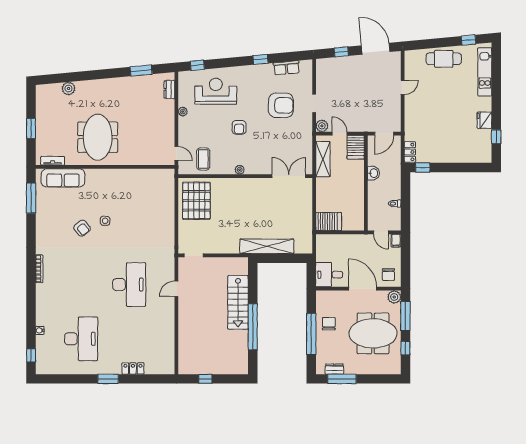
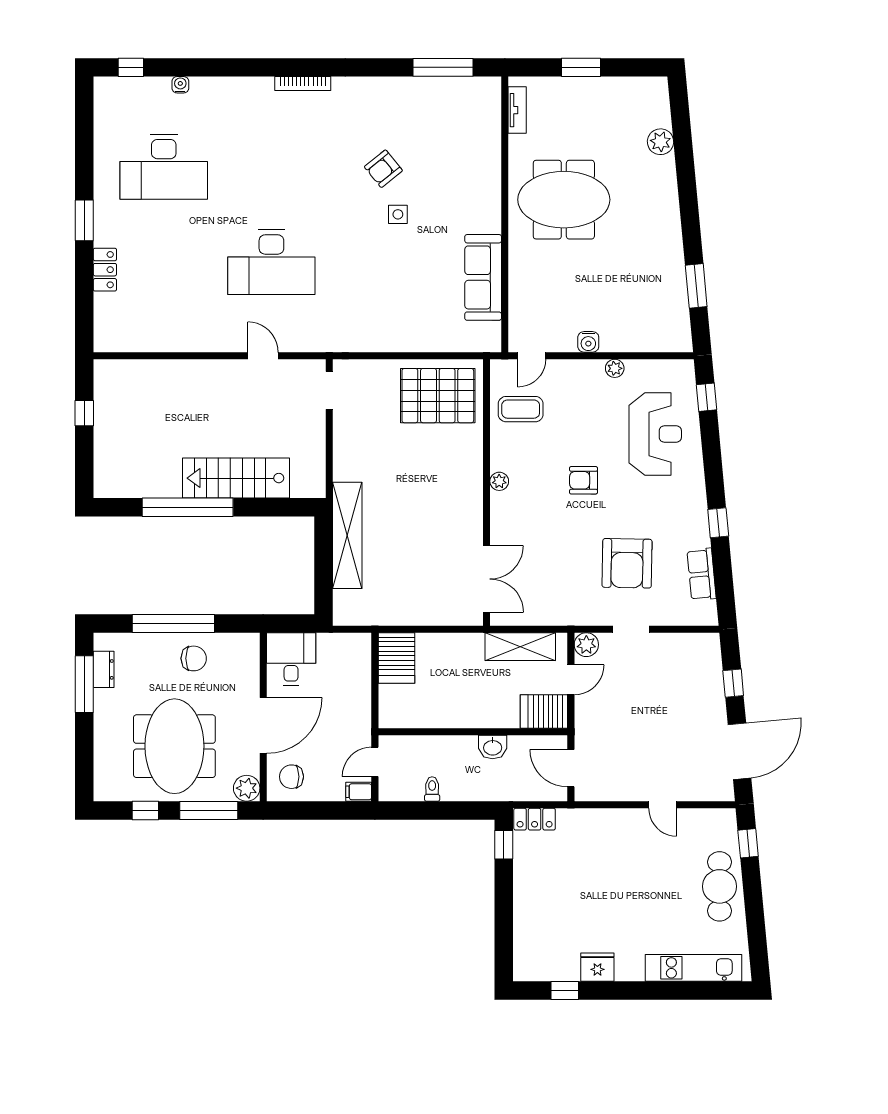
window: (469, 40) -> (748, 843), moved
dresser: (169, 89) -> (659, 342), removed
water cooler: (169, 125) -> (588, 342), added
sofa: (63, 178) -> (483, 277), moved

